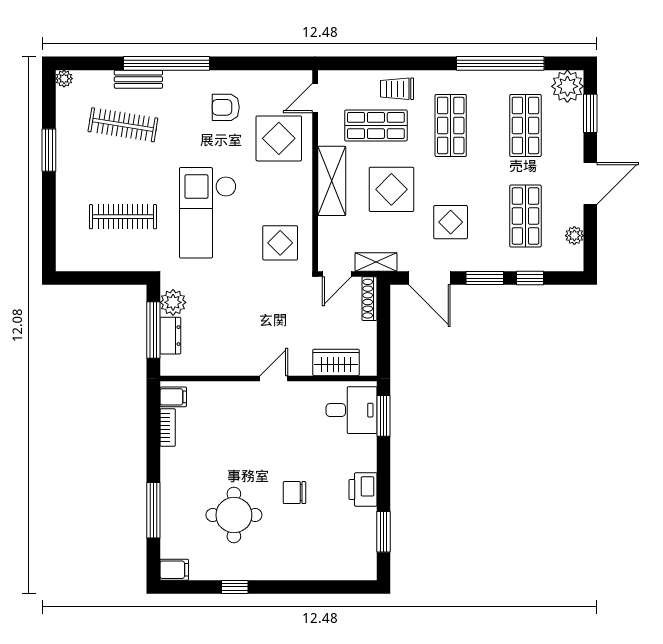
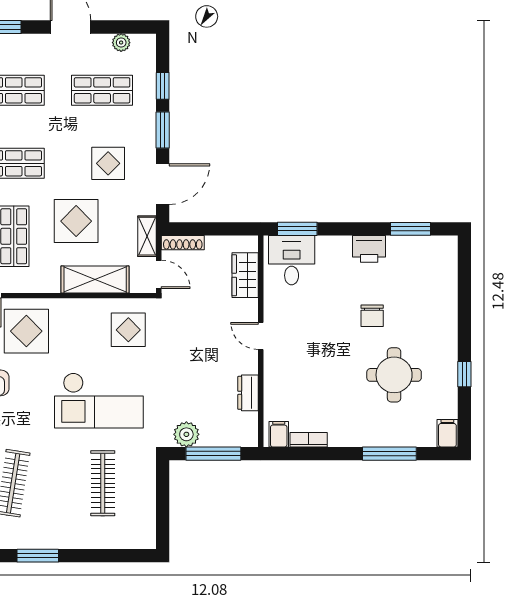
shelving: (332, 181) -> (95, 279), moved
dresser: (170, 336) -> (248, 393), moved, turned -90

